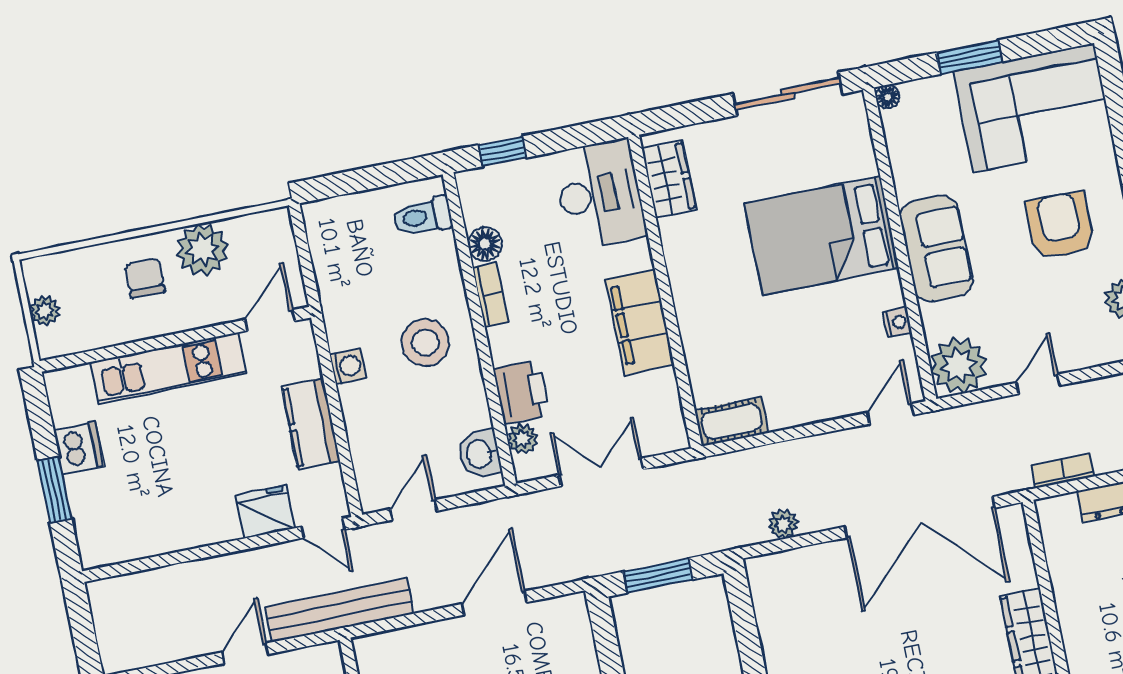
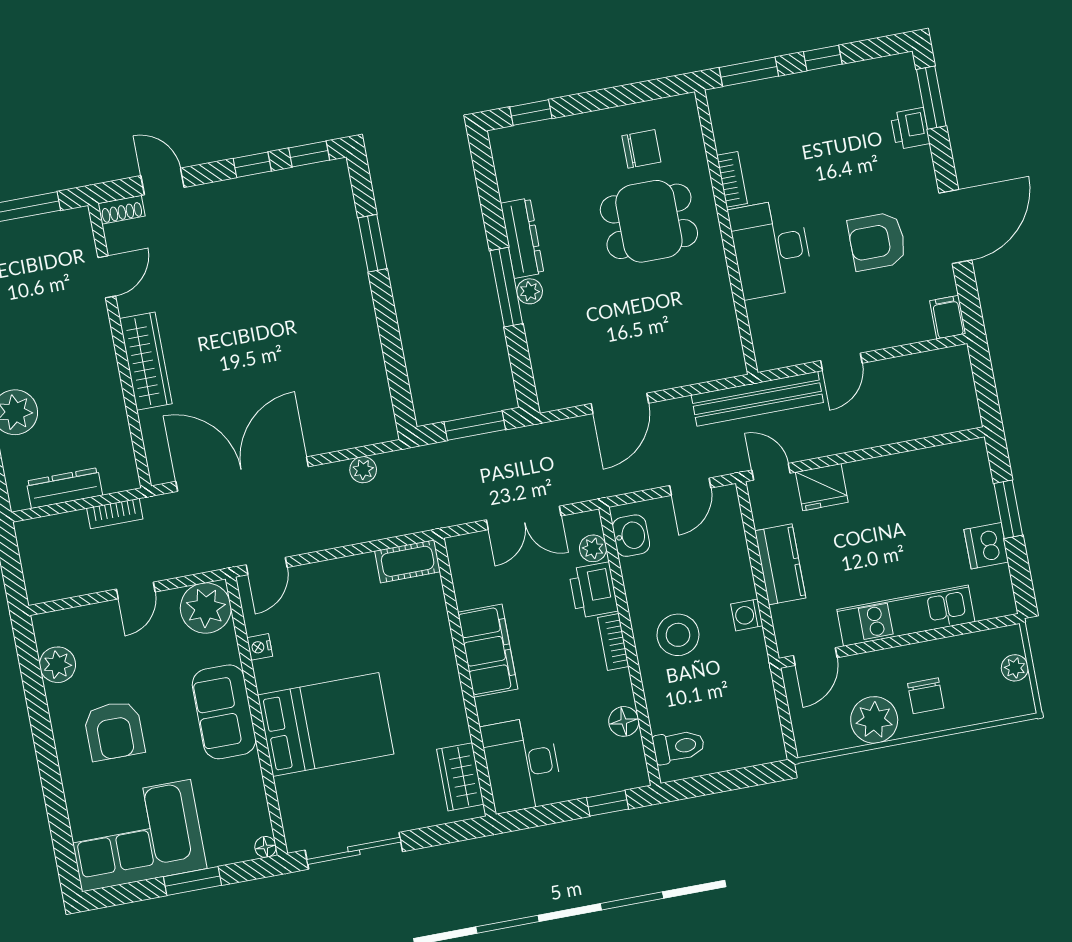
bookcase: (490, 294) -> (613, 642), moved

